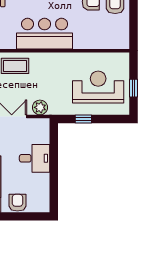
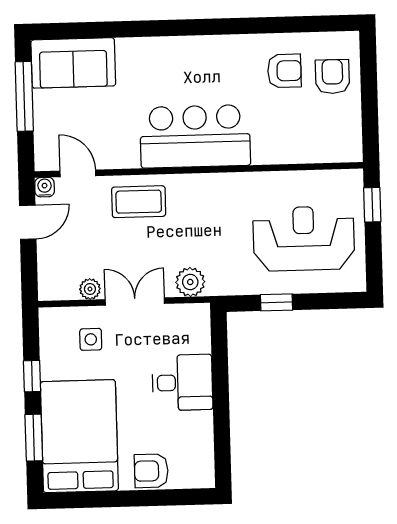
window: (133, 88) -> (372, 205), moved
armchair: (17, 203) -> (151, 471), turned -90

